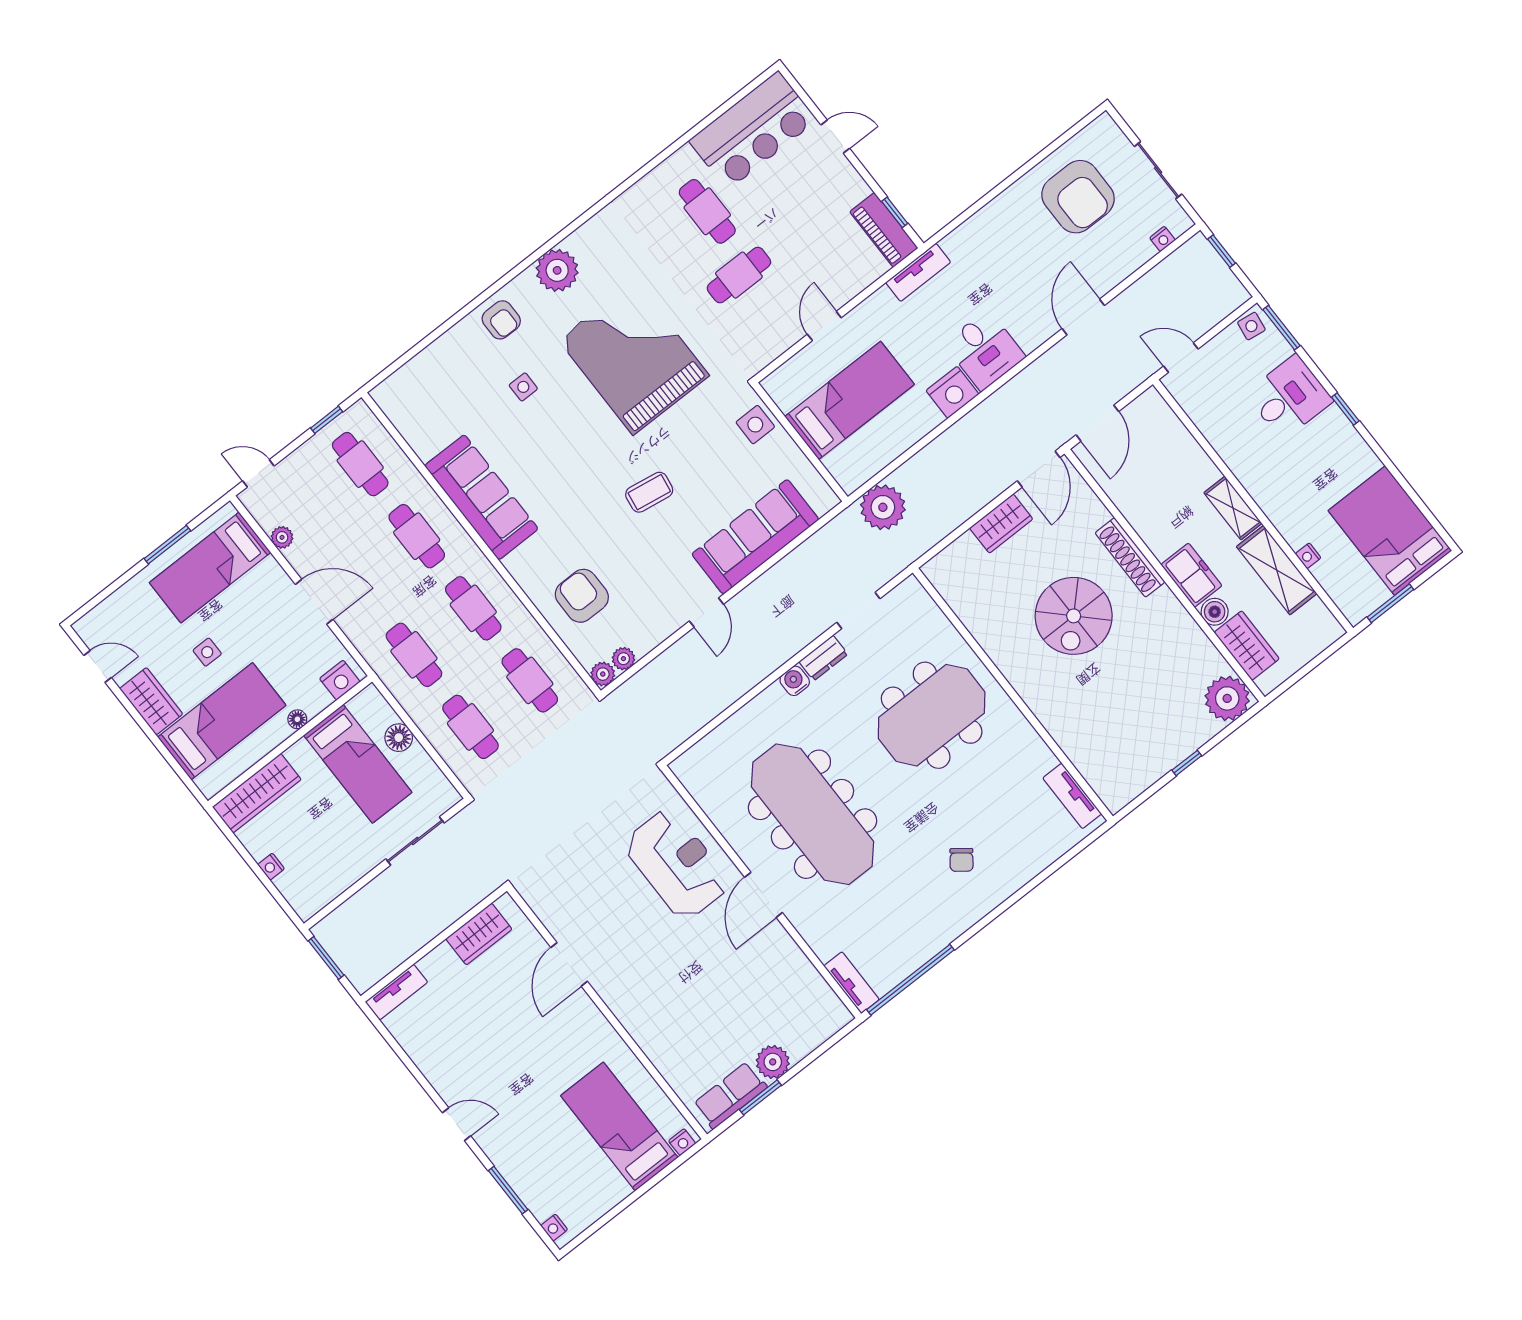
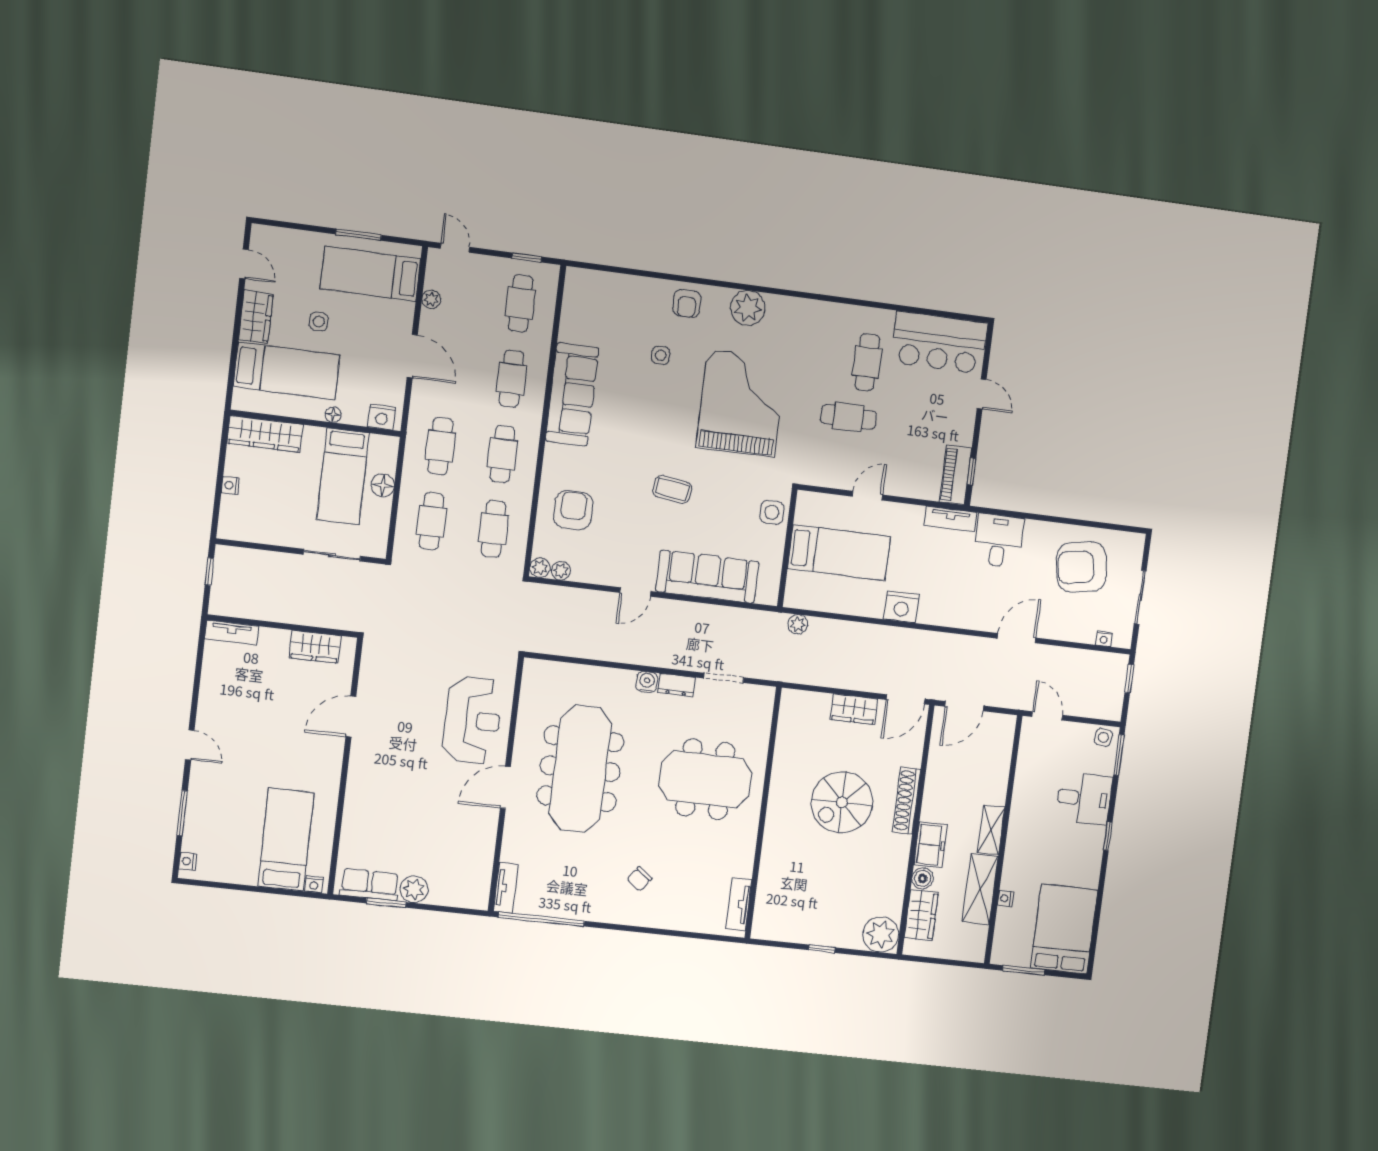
armchair: (1078, 197) -> (1082, 567), turned 81
desk: (985, 350) -> (998, 540), moved, turned 180
plant: (883, 507) -> (798, 624), width x0.53, depth x0.53
window: (326, 958) -> (209, 571), width x0.67

